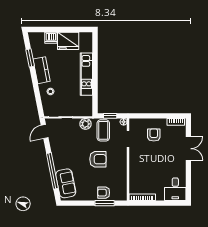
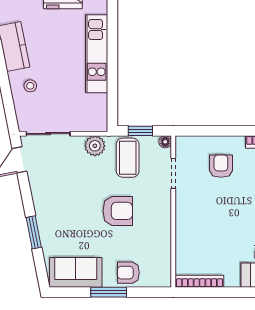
window: (52, 171) -> (34, 232), width x0.47
sofa: (66, 183) -> (76, 272), moved, turned -79
window: (105, 203) -> (109, 292), moved

